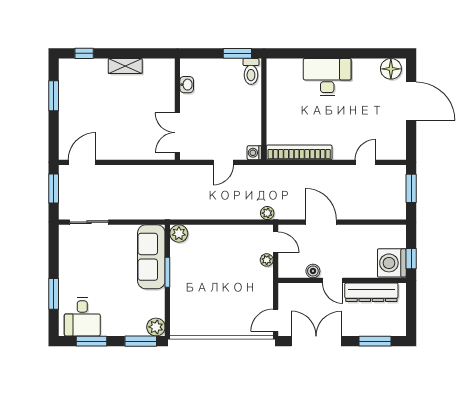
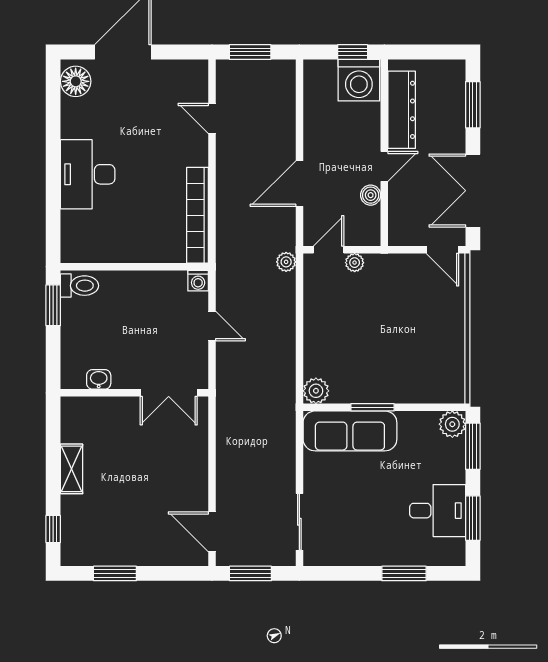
desk: (82, 317) -> (438, 511), moved

